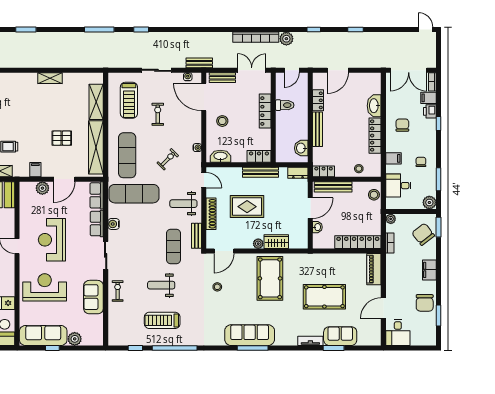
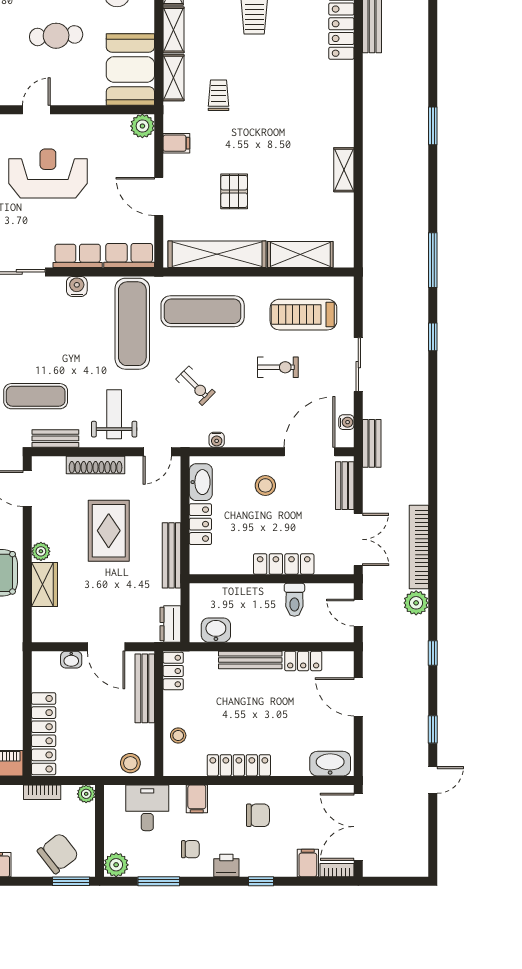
door: (426, 30) -> (433, 780), moved
washbasin: (374, 106) -> (330, 764), moved
printer: (430, 111) -> (226, 866), moved
locker: (259, 156) -> (200, 524), moved
plant: (42, 188) -> (142, 126), moved

